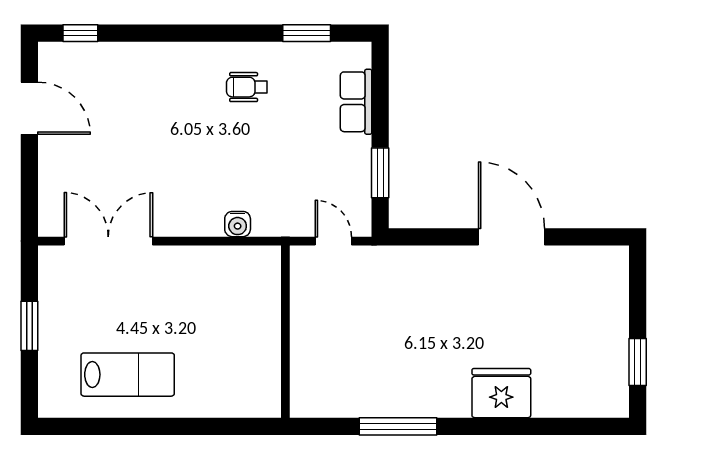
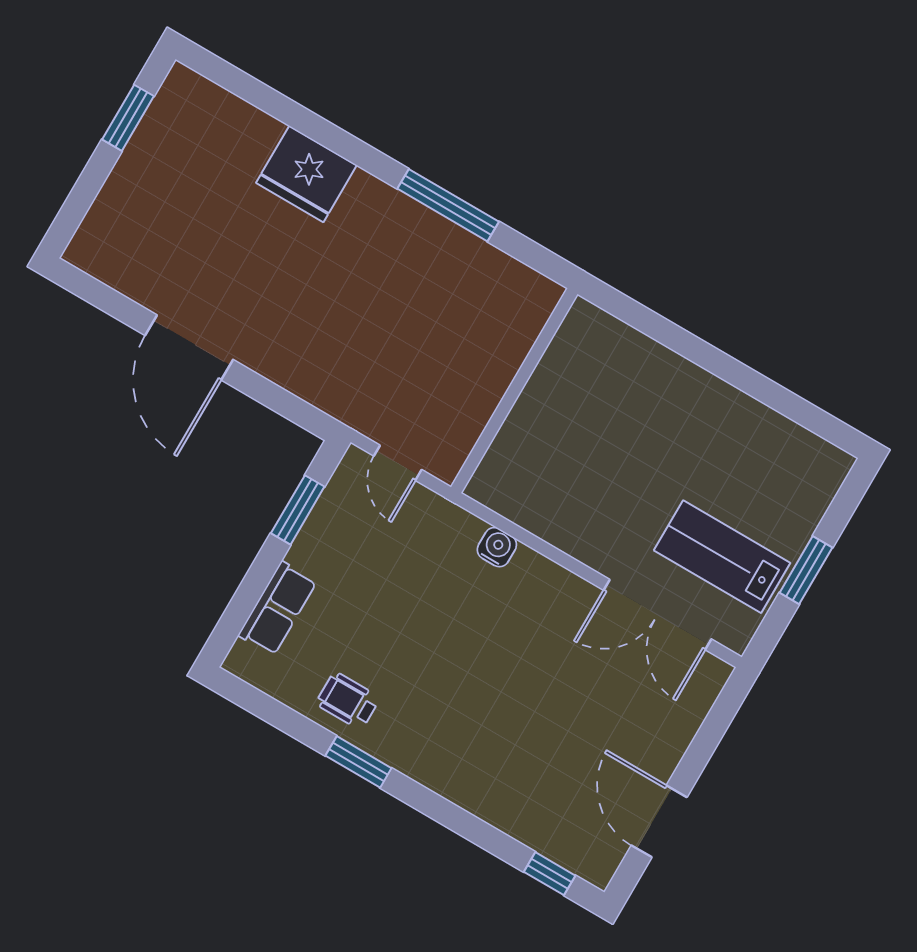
window: (307, 33) -> (358, 762), moved
wheelchair: (247, 87) -> (348, 701), moved, turned 180
lab bench: (128, 375) -> (722, 557), moved

